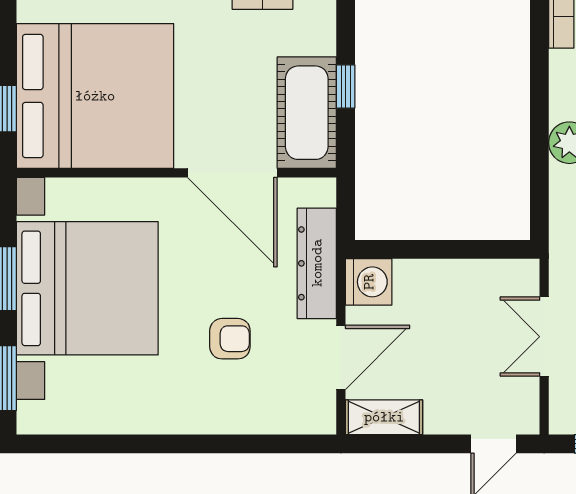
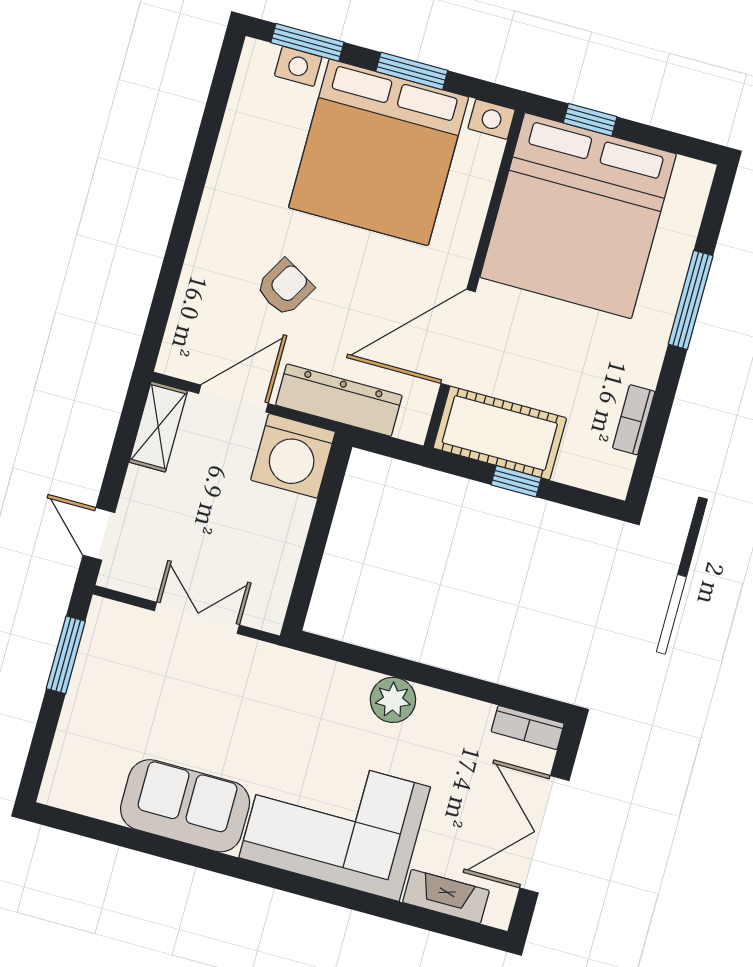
washing machine: (369, 282) -> (293, 456), width x1.37, depth x1.37
armchair: (230, 339) -> (285, 287), turned -150
door: (341, 357) -> (233, 399), swing flipped

